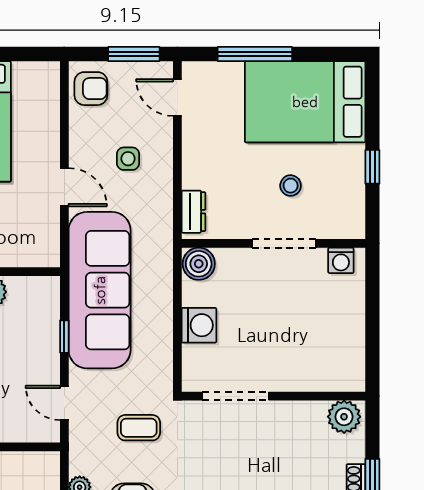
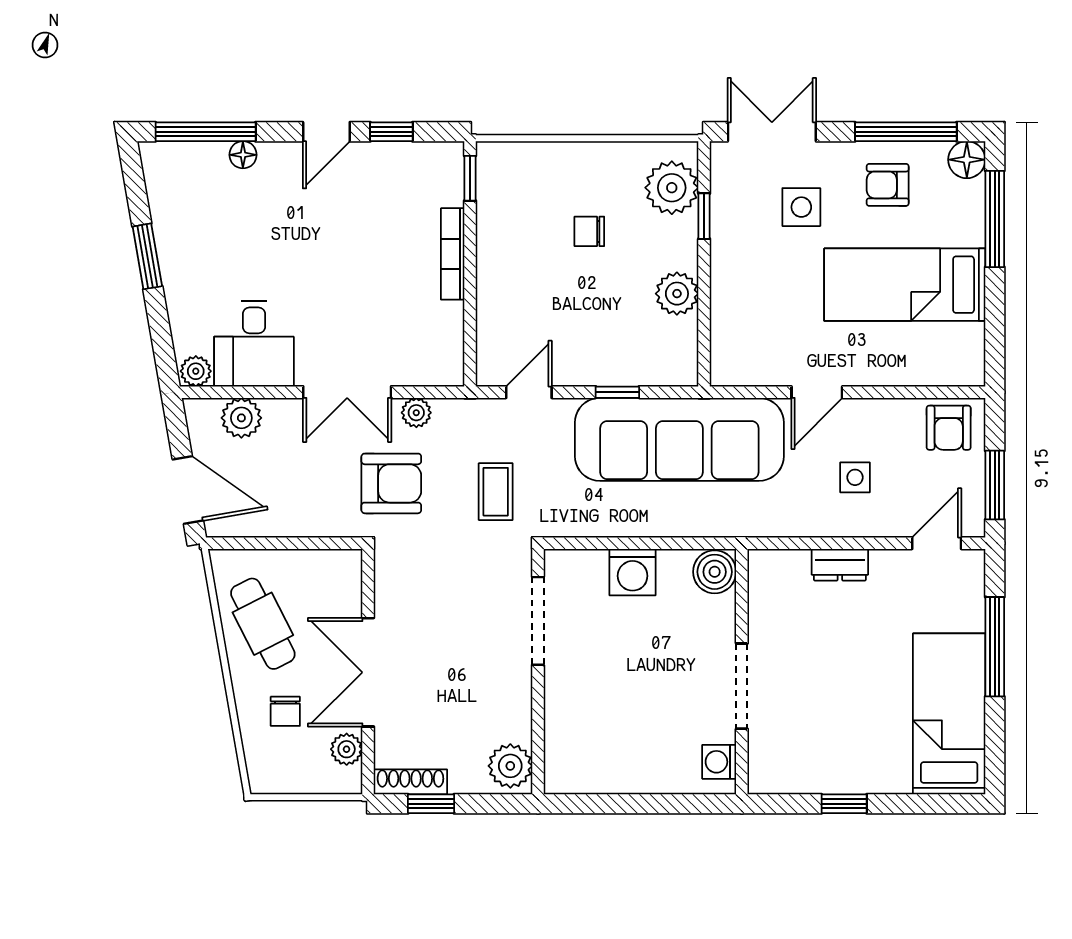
bed: (305, 102) -> (949, 714), width x0.67
stool: (291, 186) -> (819, 694), removed
dresser: (193, 212) -> (840, 565), moved

